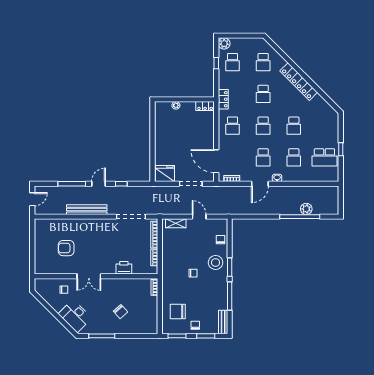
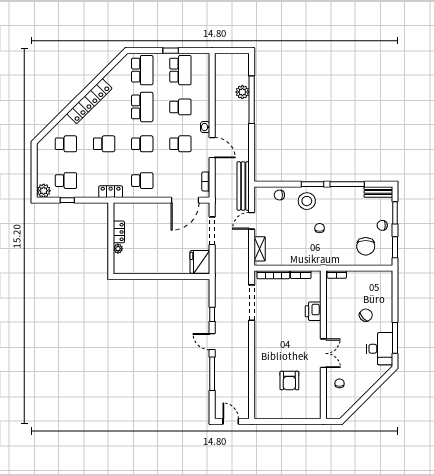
locker: (205, 106) -> (119, 232), moved
school desk: (294, 126) -> (142, 107), width x1.85
school desk: (324, 126) -> (142, 70), added
bench: (87, 210) -> (243, 186), moved
desk: (75, 316) -> (380, 349), moved, turned -45

